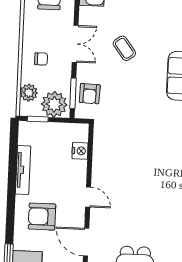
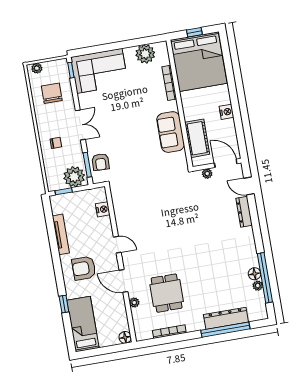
coffee table: (124, 48) -> (120, 120), removed
plant: (29, 93) -> (52, 172), removed

